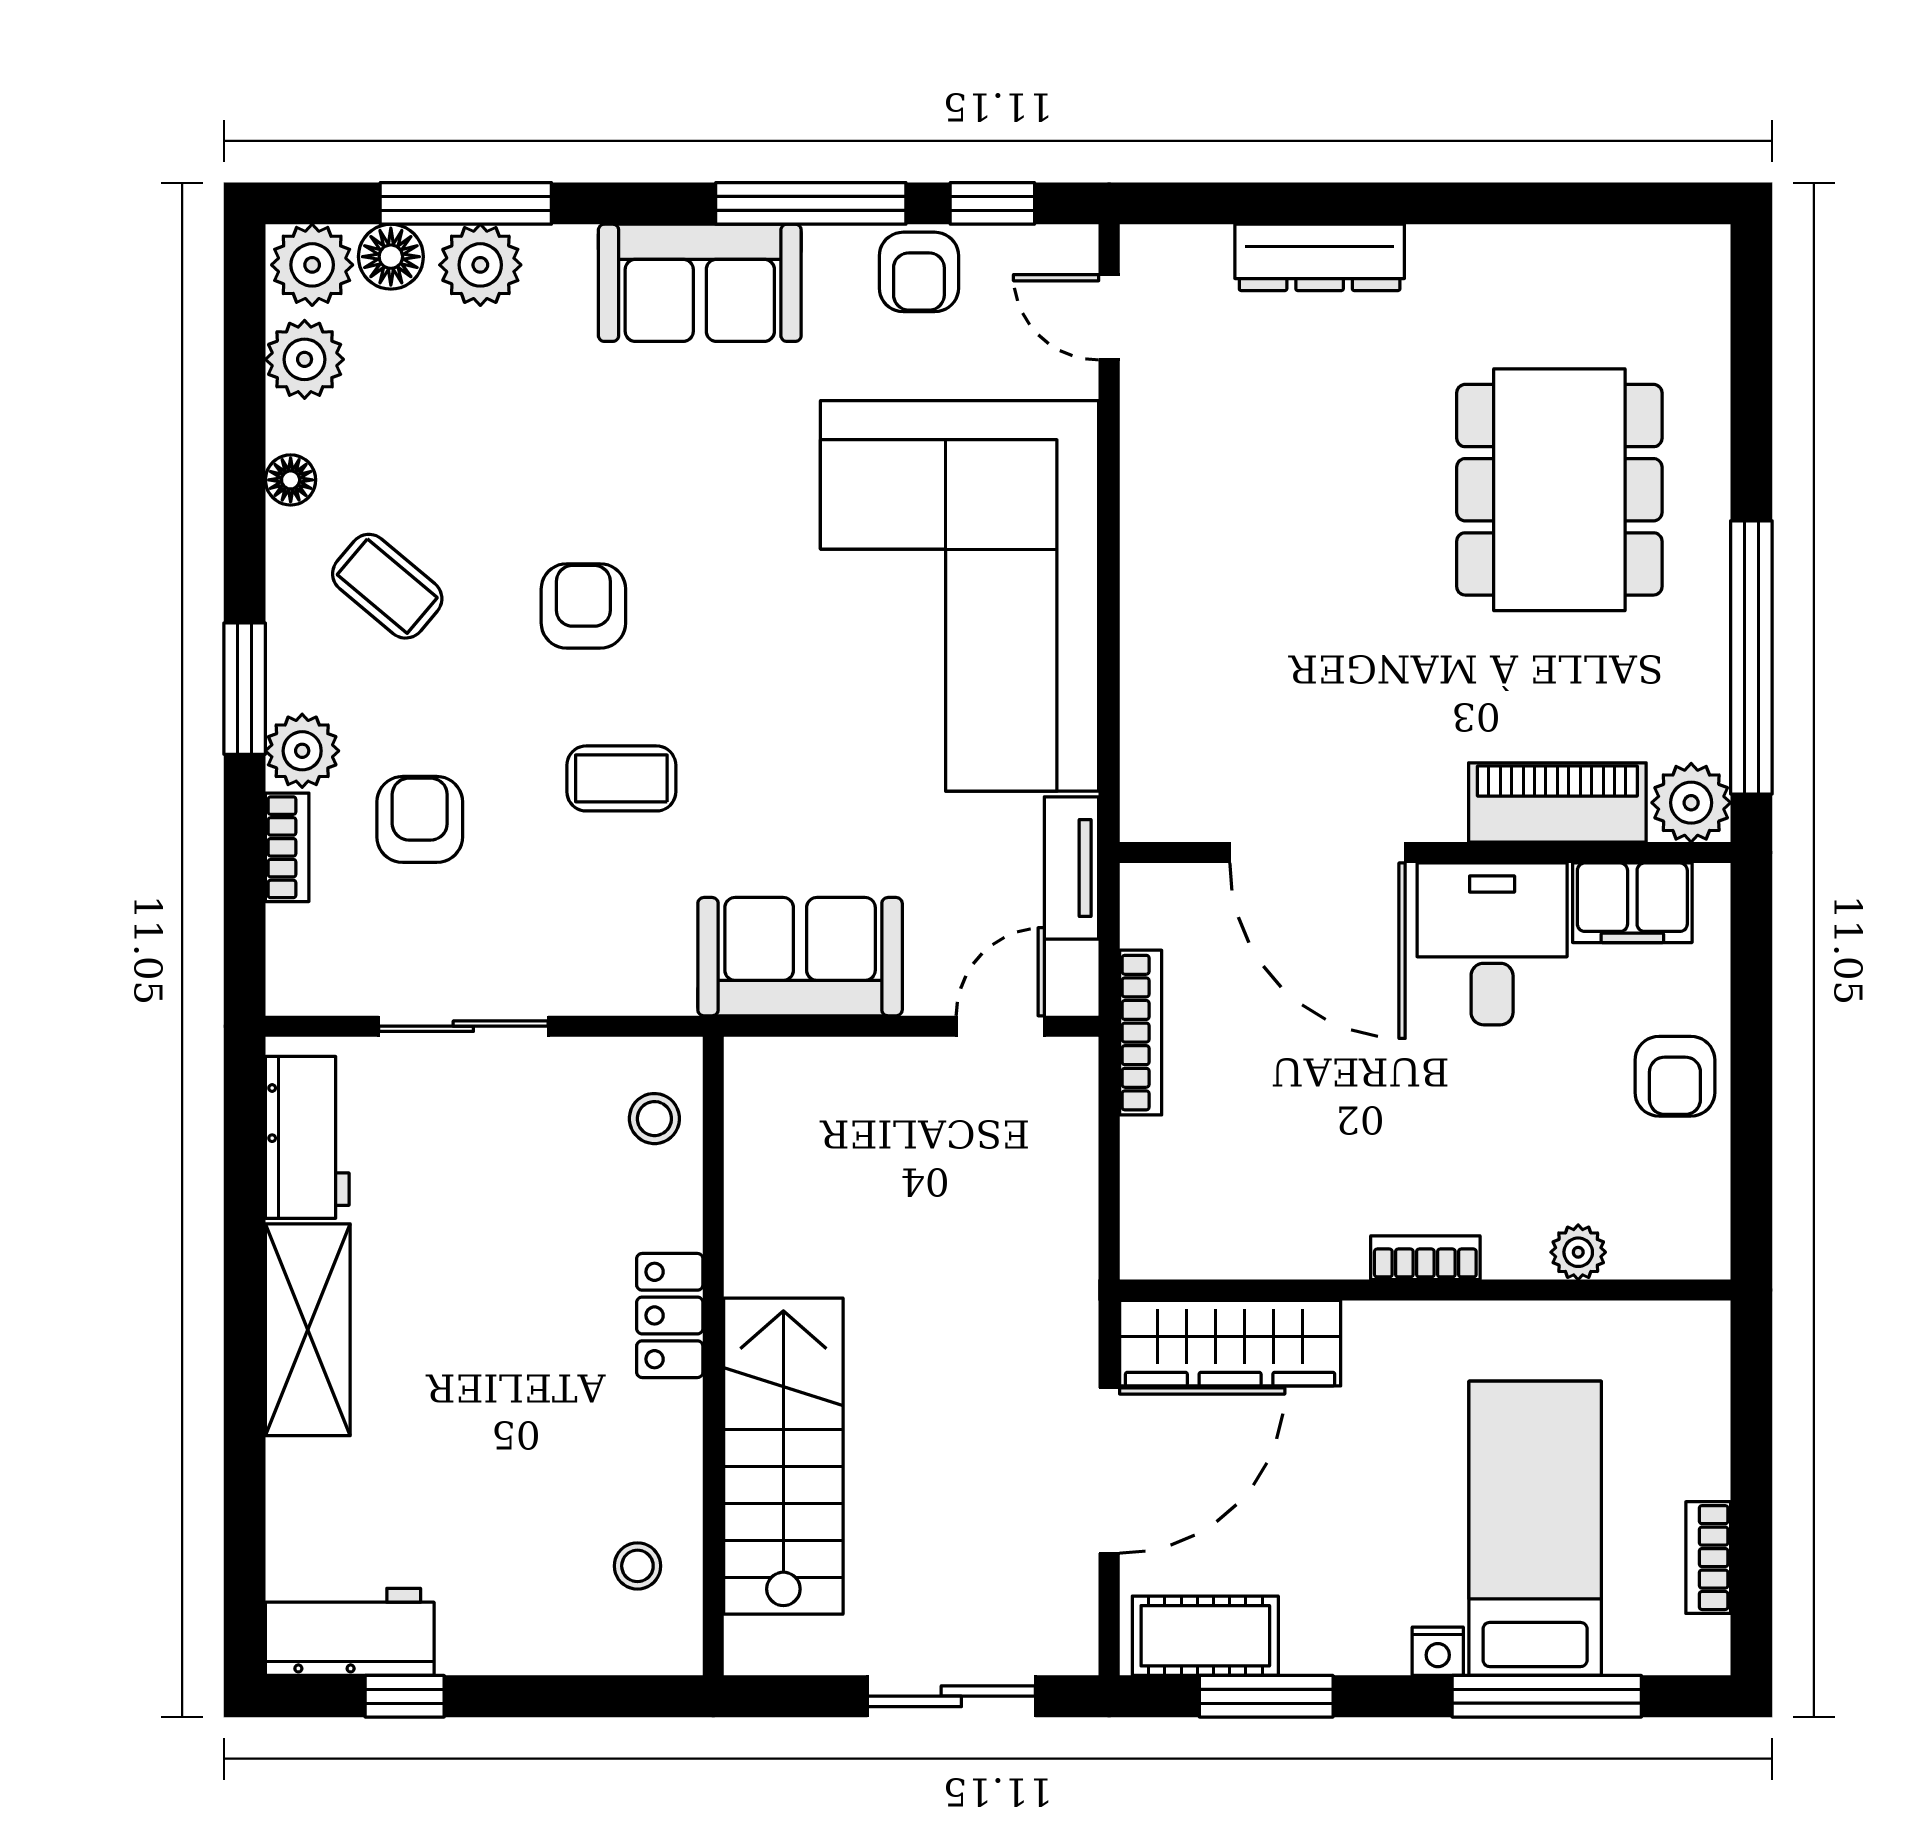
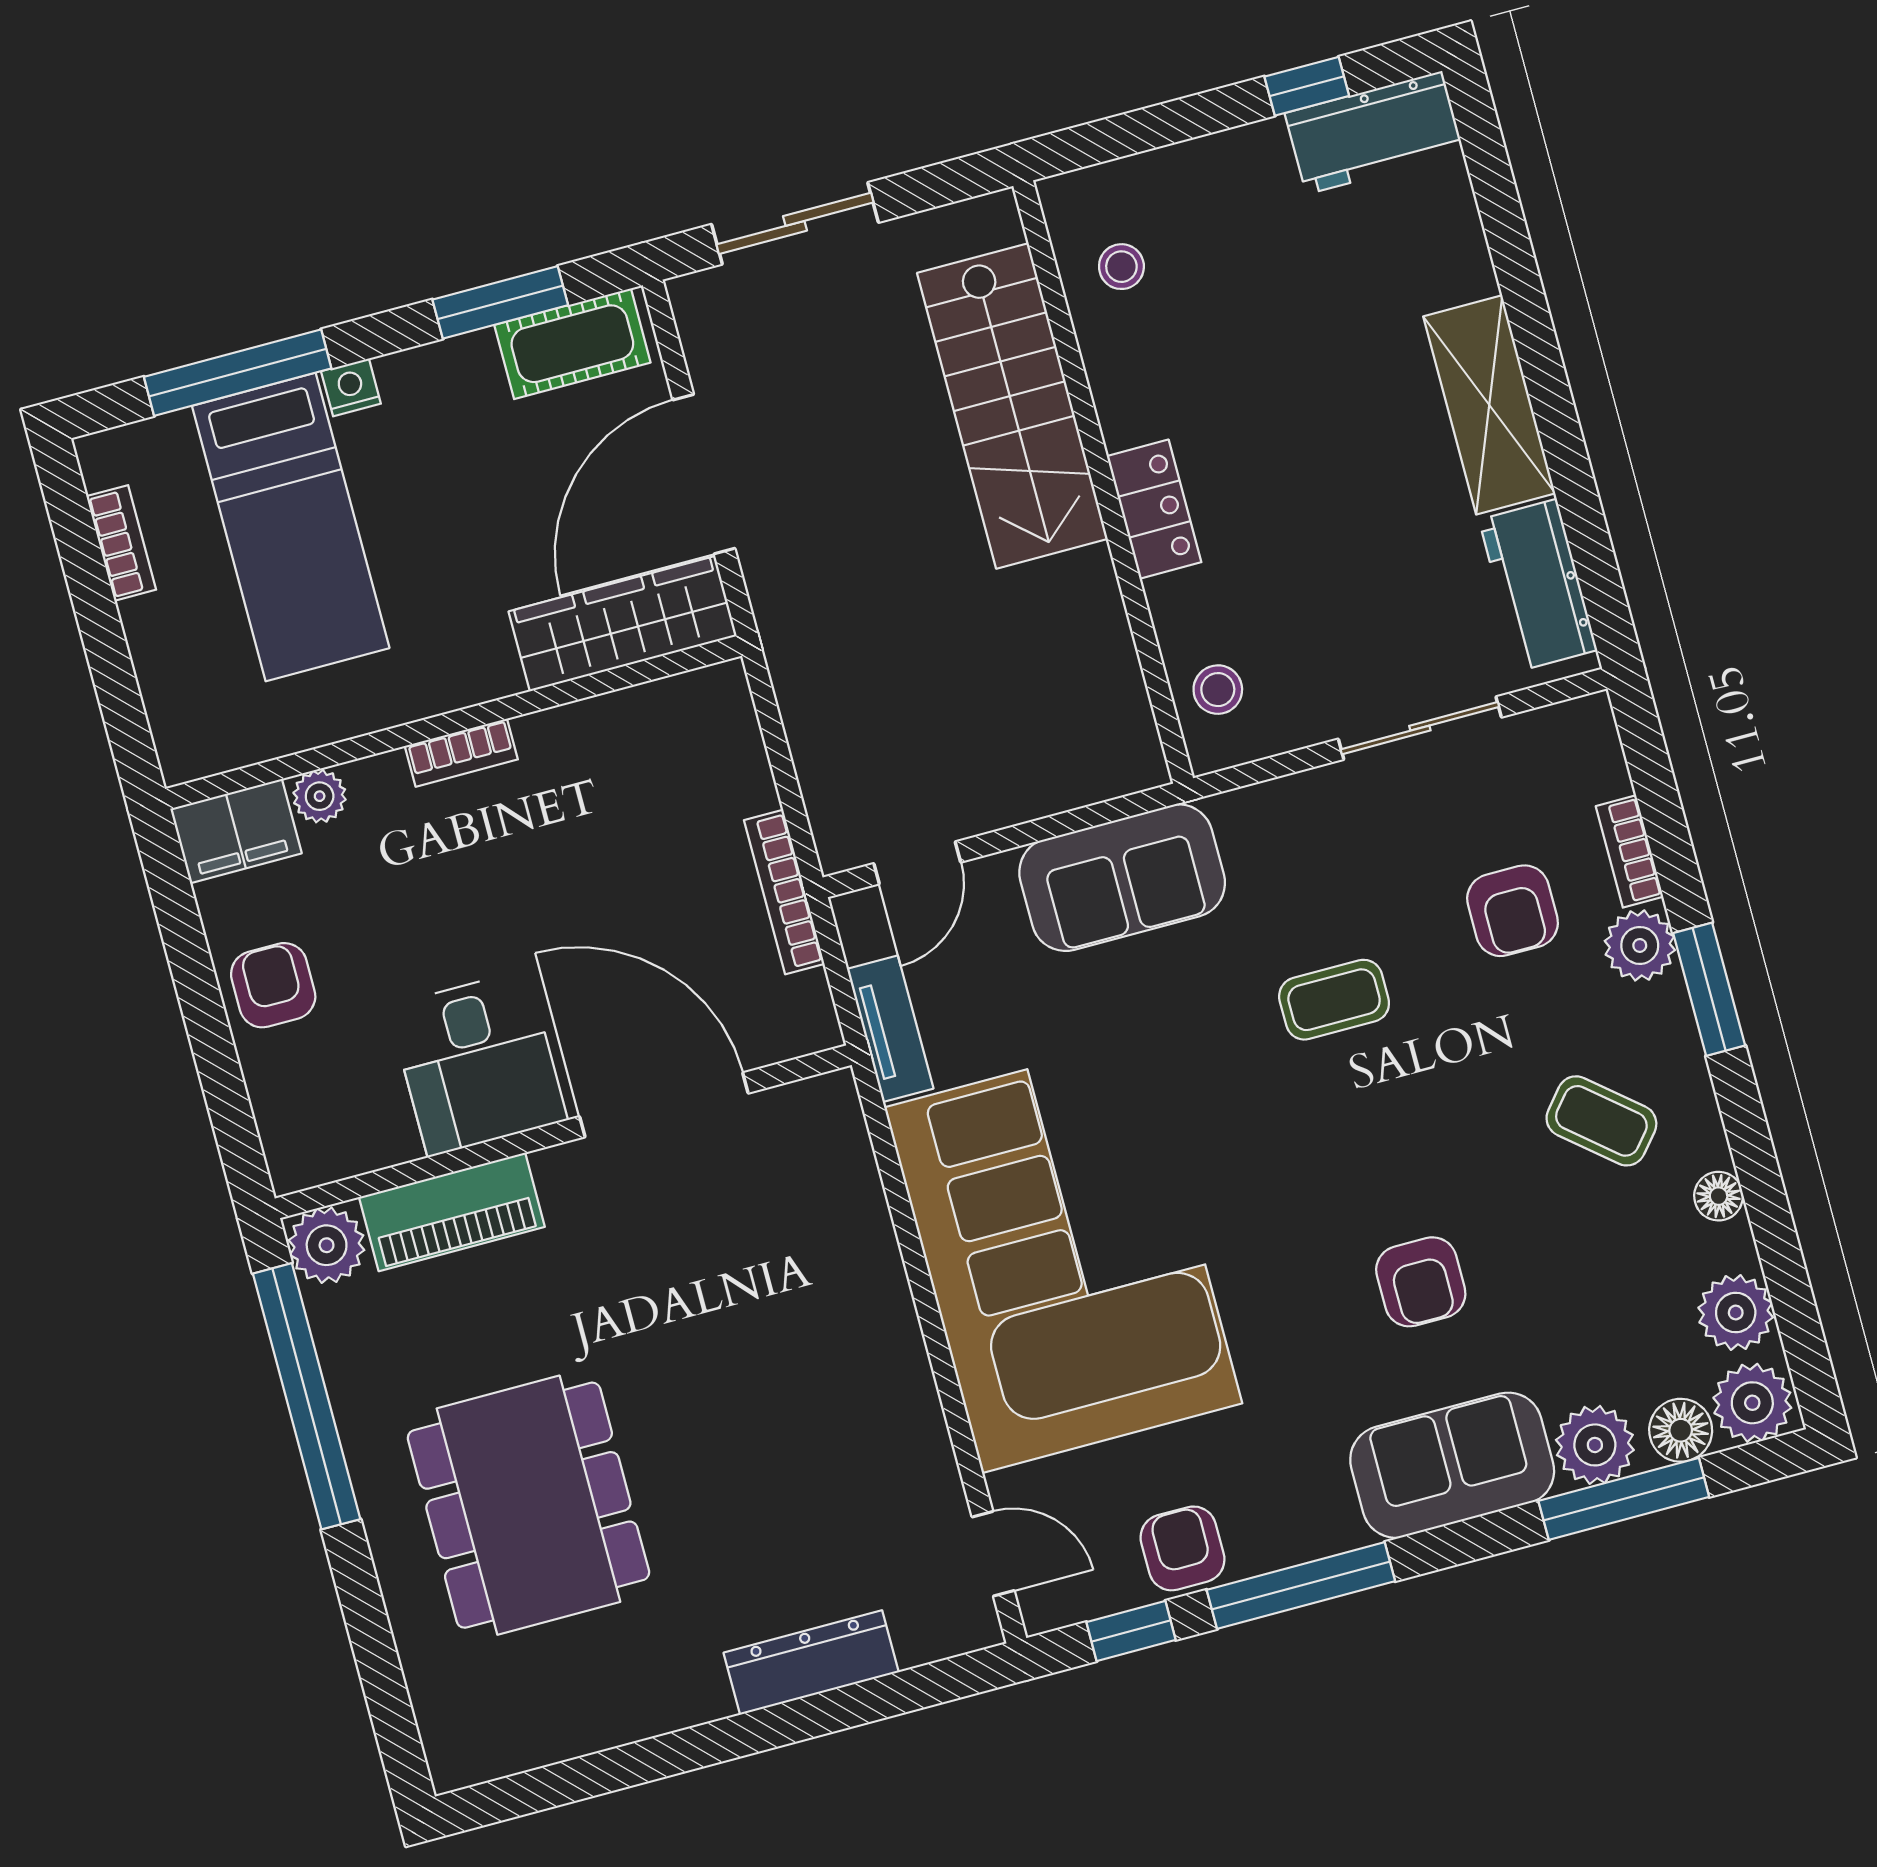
sofa: (700, 283) -> (1452, 1465), moved
armchair: (583, 606) -> (1421, 1282), moved
filing cabinet: (1632, 903) -> (236, 831), moved, turned 180

